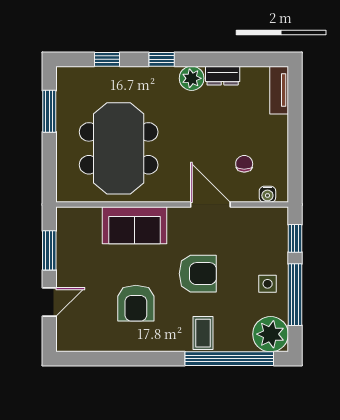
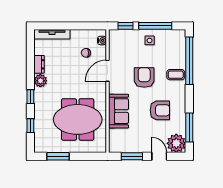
tv unit: (279, 90) -> (52, 34), width x1.41
plant: (271, 334) -> (176, 143), moved
window: (103, 359) -> (189, 128), added

